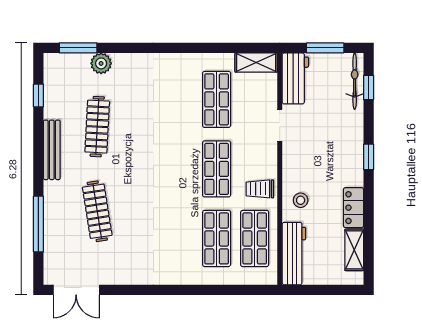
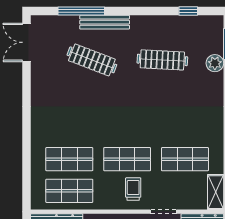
bench: (52, 150) -> (105, 22), moved
trolley: (260, 189) -> (133, 189), moved
clothes rail: (97, 211) -> (92, 60), turned 30

